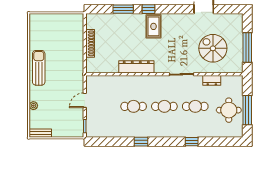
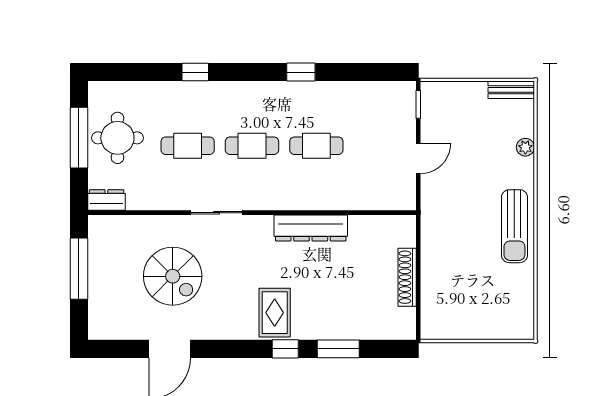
spiral stairs: (213, 48) -> (173, 276), moved
dresser: (212, 80) -> (106, 200), moved

